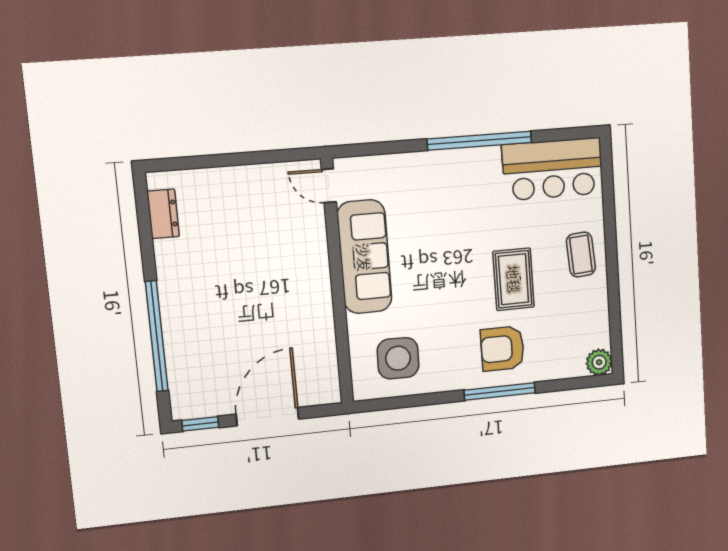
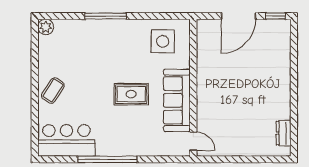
coffee table: (581, 255) -> (53, 91), turned 37
rug: (514, 279) -> (131, 94), moved, turned 90
window: (157, 336) -> (294, 67), removed
armchair: (503, 349) -> (102, 41), removed

